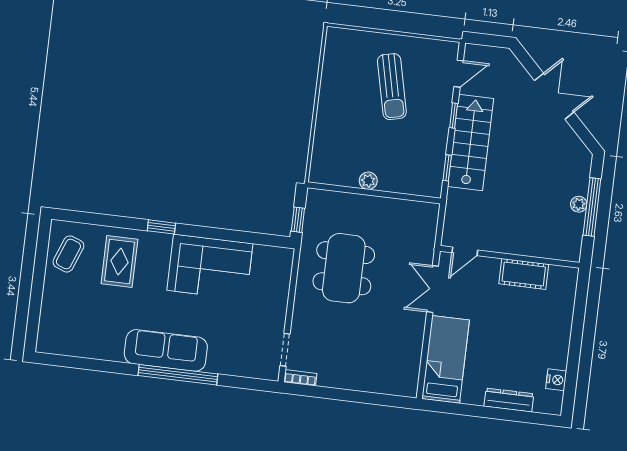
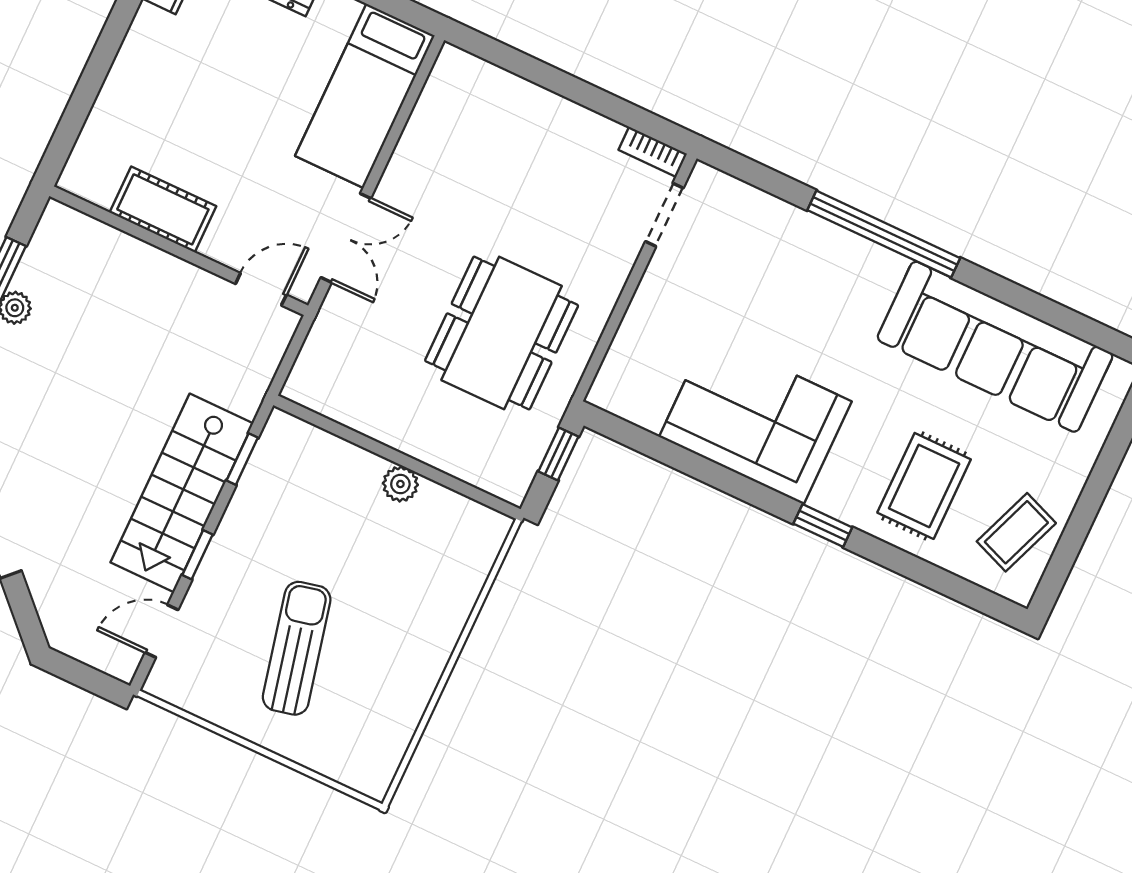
sofa: (166, 350) -> (995, 347), moved, width x1.36, depth x1.27

